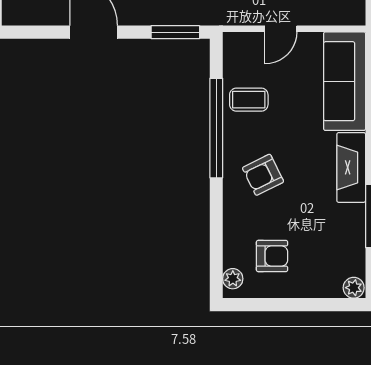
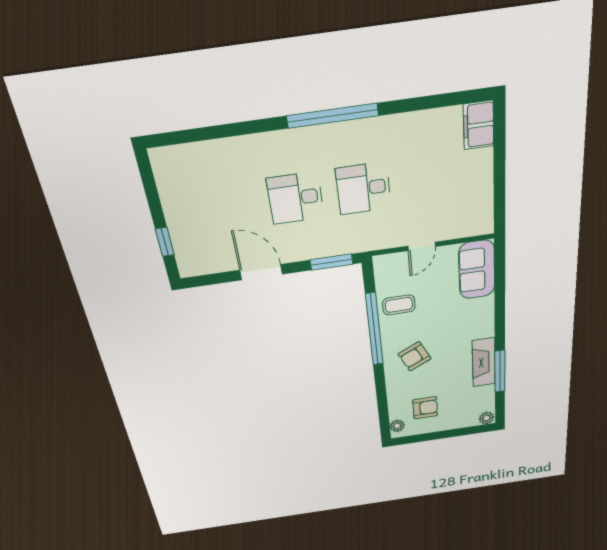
sofa: (345, 81) -> (477, 270), width x0.73
fireplace: (351, 167) -> (484, 362), moved

